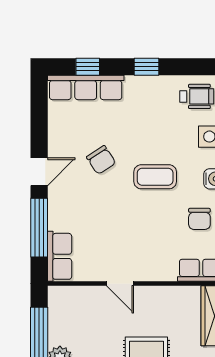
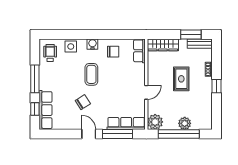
window: (146, 67) -> (35, 79), width x2.17
row of seats: (60, 256) -> (126, 123), width x1.48
plant: (63, 301) -> (155, 122), added

